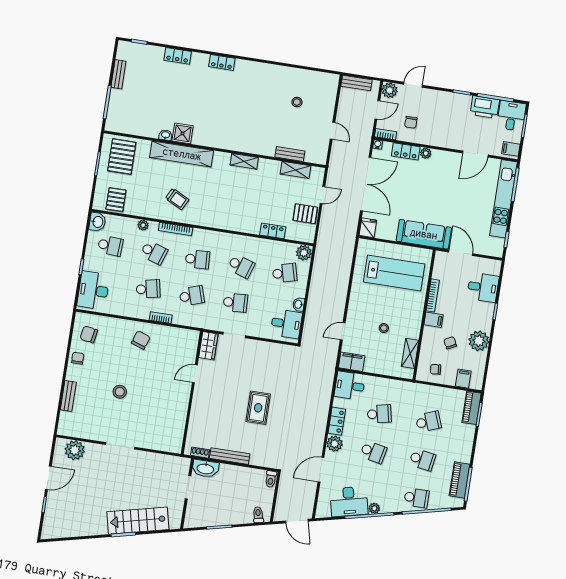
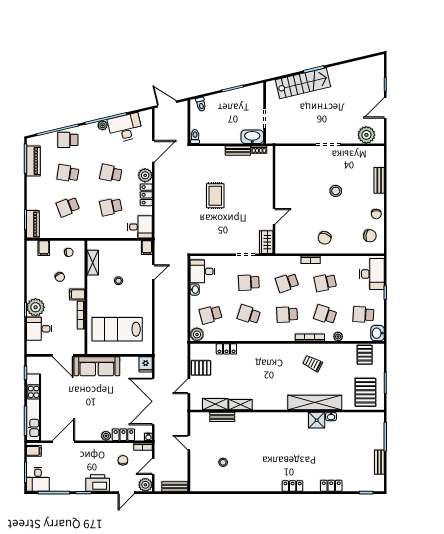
printer: (485, 107) -> (98, 483), moved
shelving: (244, 161) -> (240, 405), moved
plant: (479, 341) -> (36, 307), moved
filing cabinet: (352, 362) -> (147, 248), width x0.50
bench: (230, 456) -> (238, 151), width x0.73

